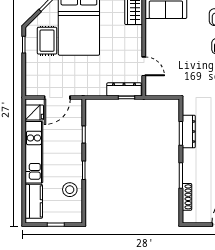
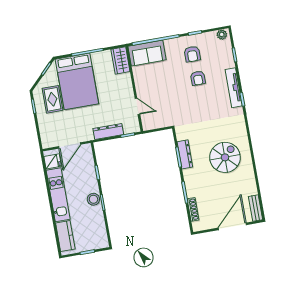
dresser: (124, 89) -> (108, 132), moved
stool: (70, 190) -> (93, 199), moved

